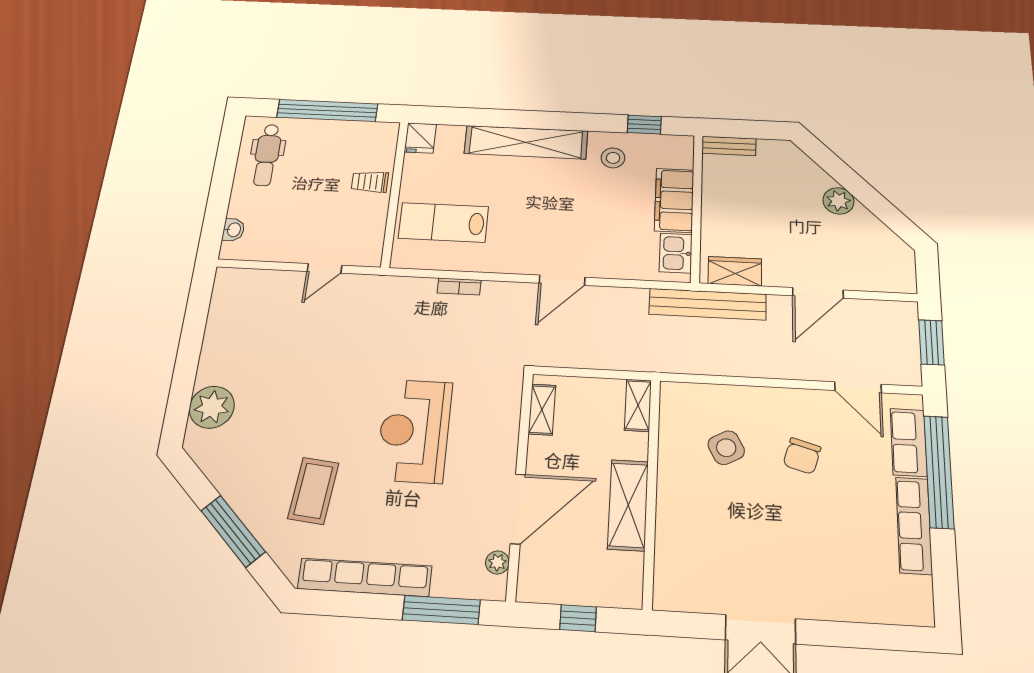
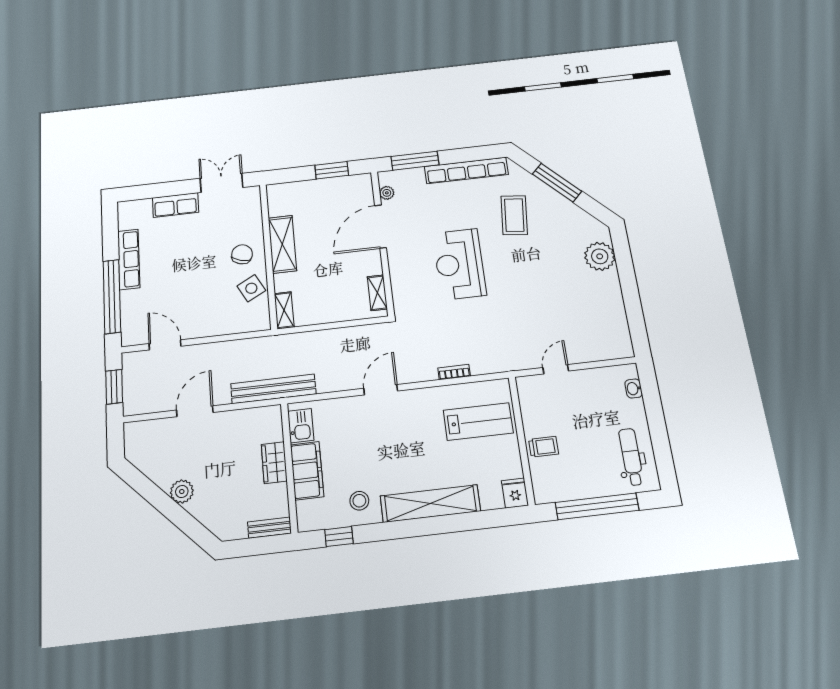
wardrobe: (735, 271) -> (274, 463), moved, turned 90
shelving: (638, 405) -> (284, 310), moved
reception desk: (414, 431) -> (459, 264), turned 180
row of seats: (909, 442) -> (175, 205), moved, turned 90
chair: (802, 456) -> (242, 254), moved
wall: (652, 491) -> (268, 255), moved
shelving: (628, 505) -> (282, 244), moved
window: (578, 618) -> (332, 170), width x1.50

